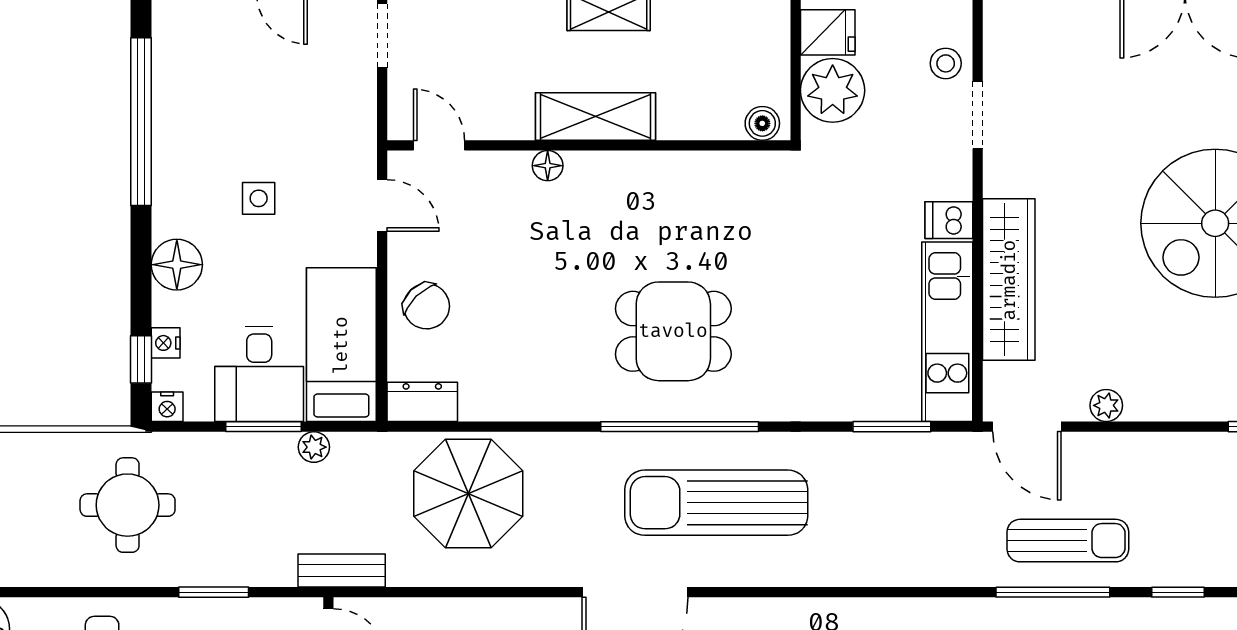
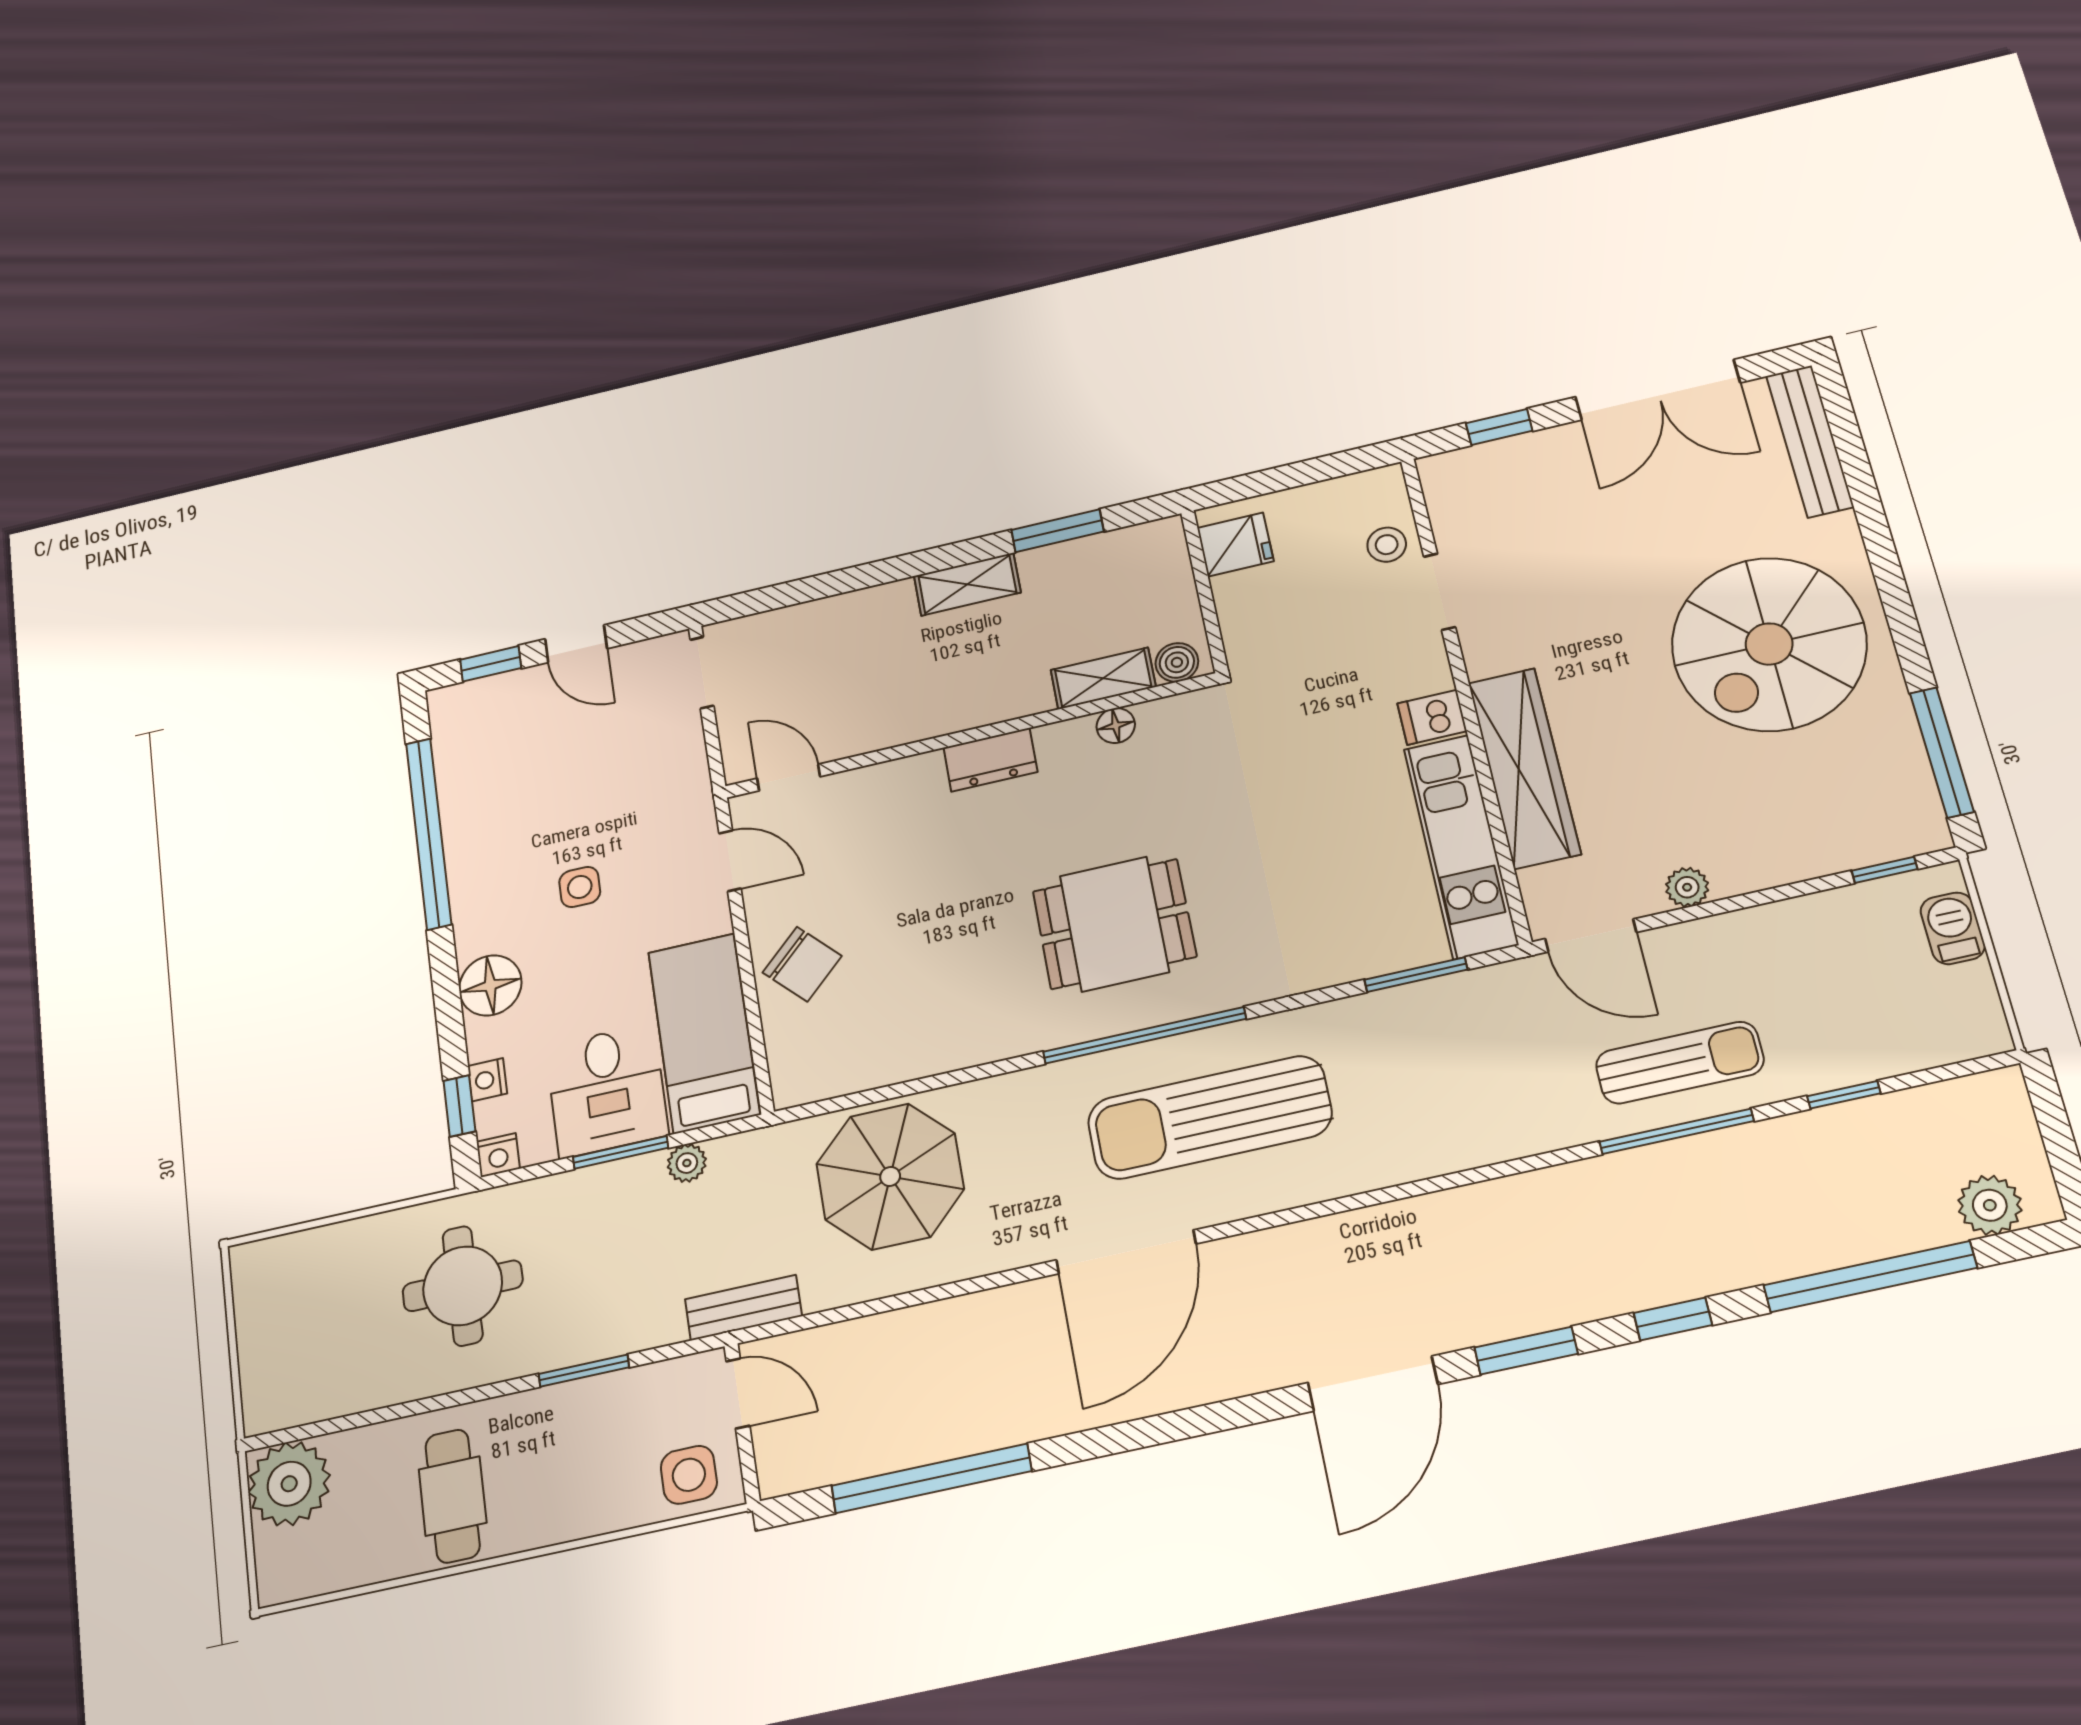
plant: (833, 90) -> (1255, 606), removed
shelving: (595, 116) -> (1103, 678), moved, width x0.67, depth x0.75
floor lamp: (548, 166) -> (1116, 726), moved
dresser: (422, 402) -> (990, 760), moved, turned 180

